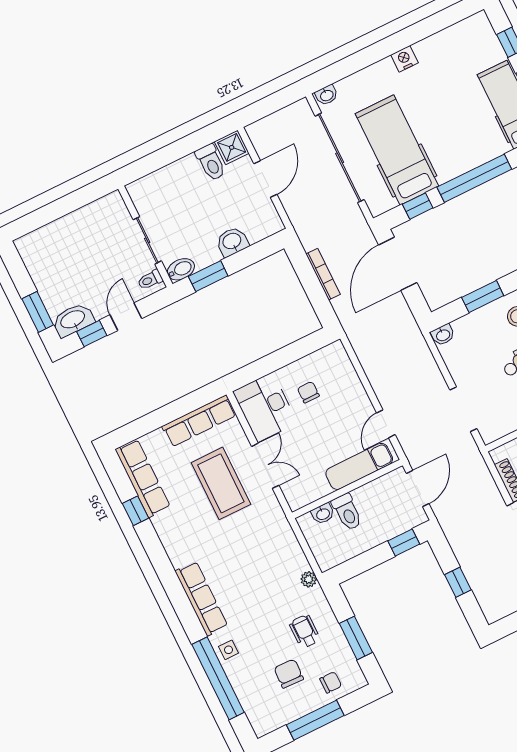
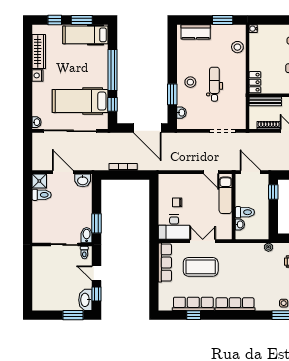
wardrobe: (445, 41) -> (39, 52), added
washbasin: (232, 242) -> (83, 180), moved, turned -90
door: (398, 264) -> (147, 128), moved
washbasin: (443, 335) -> (181, 113), moved
row of seats: (143, 478) -> (193, 304), moved
row of seats: (201, 599) -> (235, 304), moved

